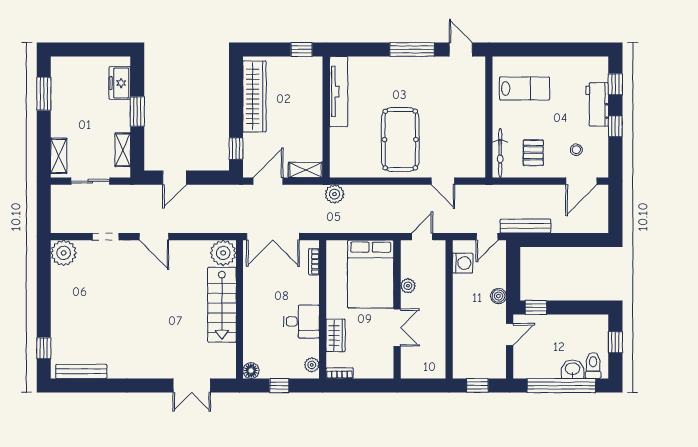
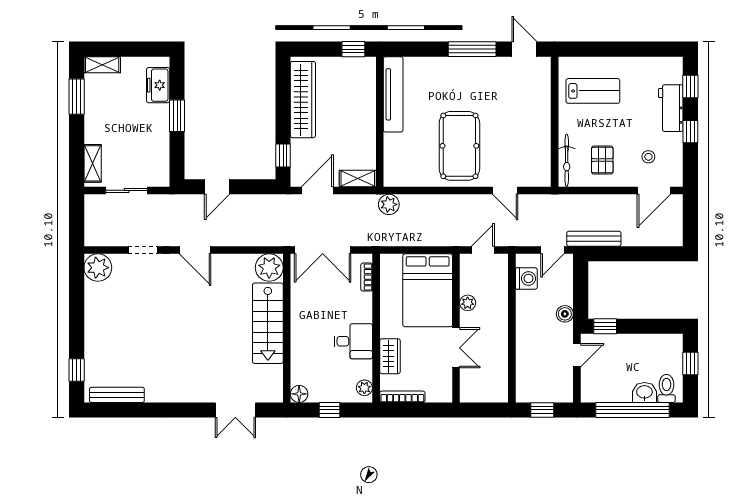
shelving: (123, 150) -> (102, 65), moved, turned 90
bookcase: (340, 373) -> (402, 397), width x1.56

